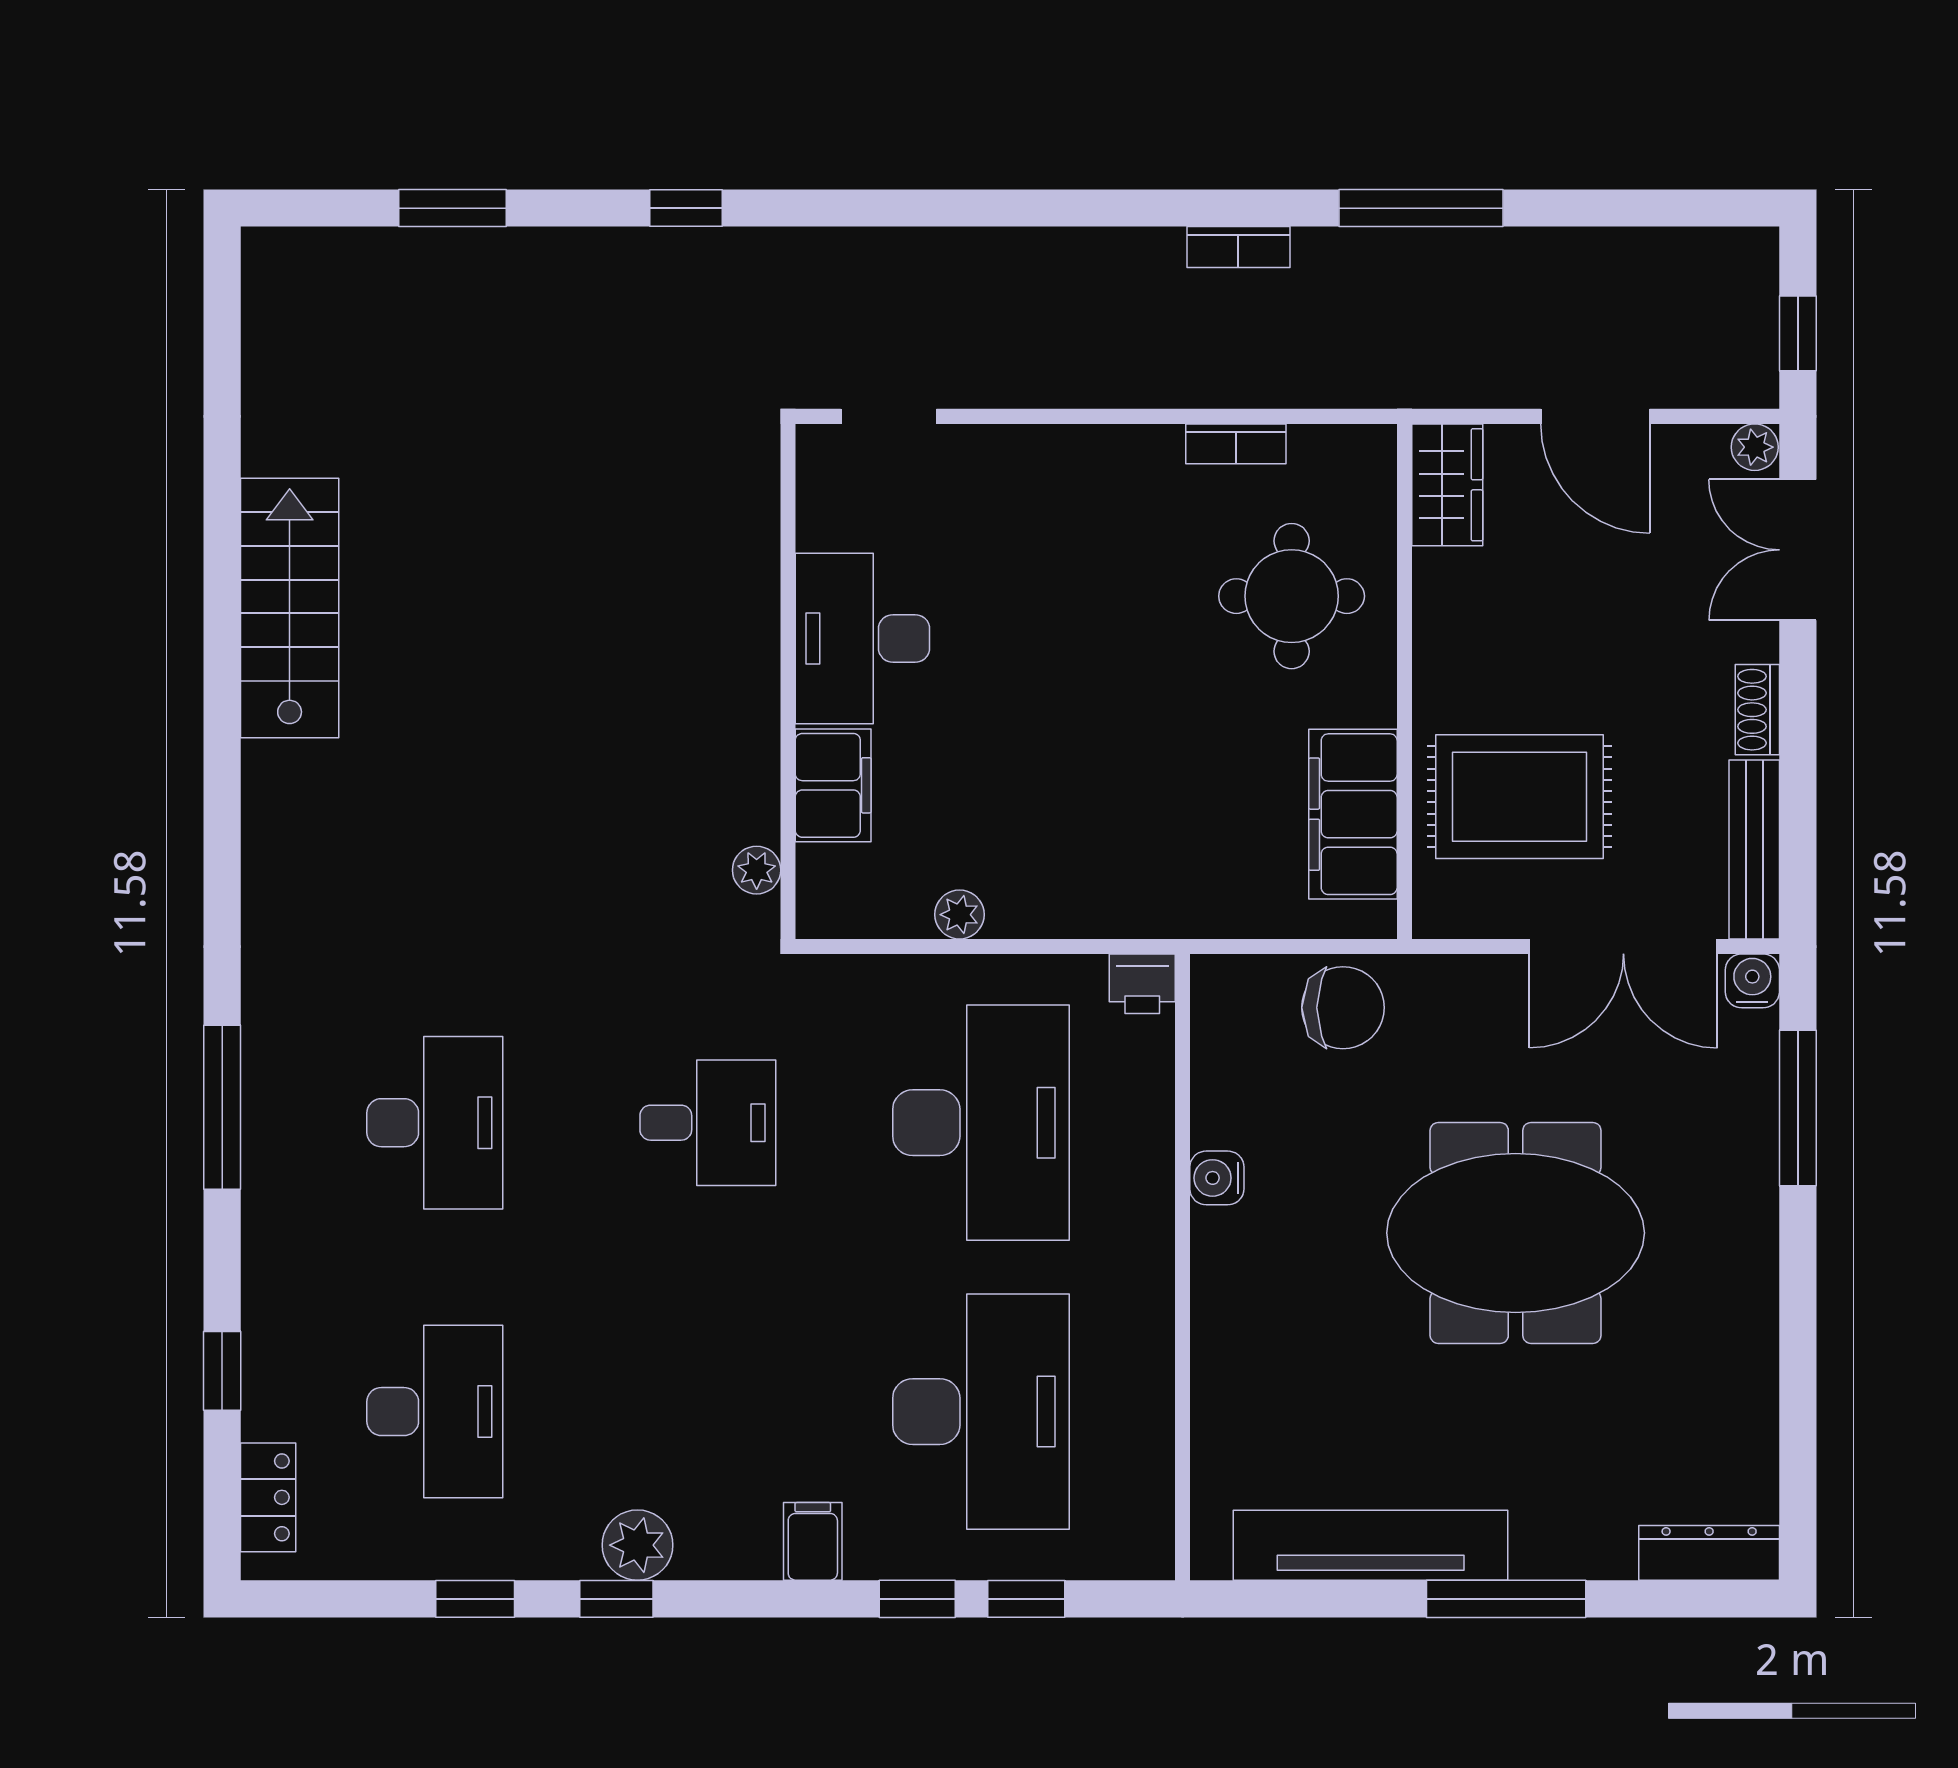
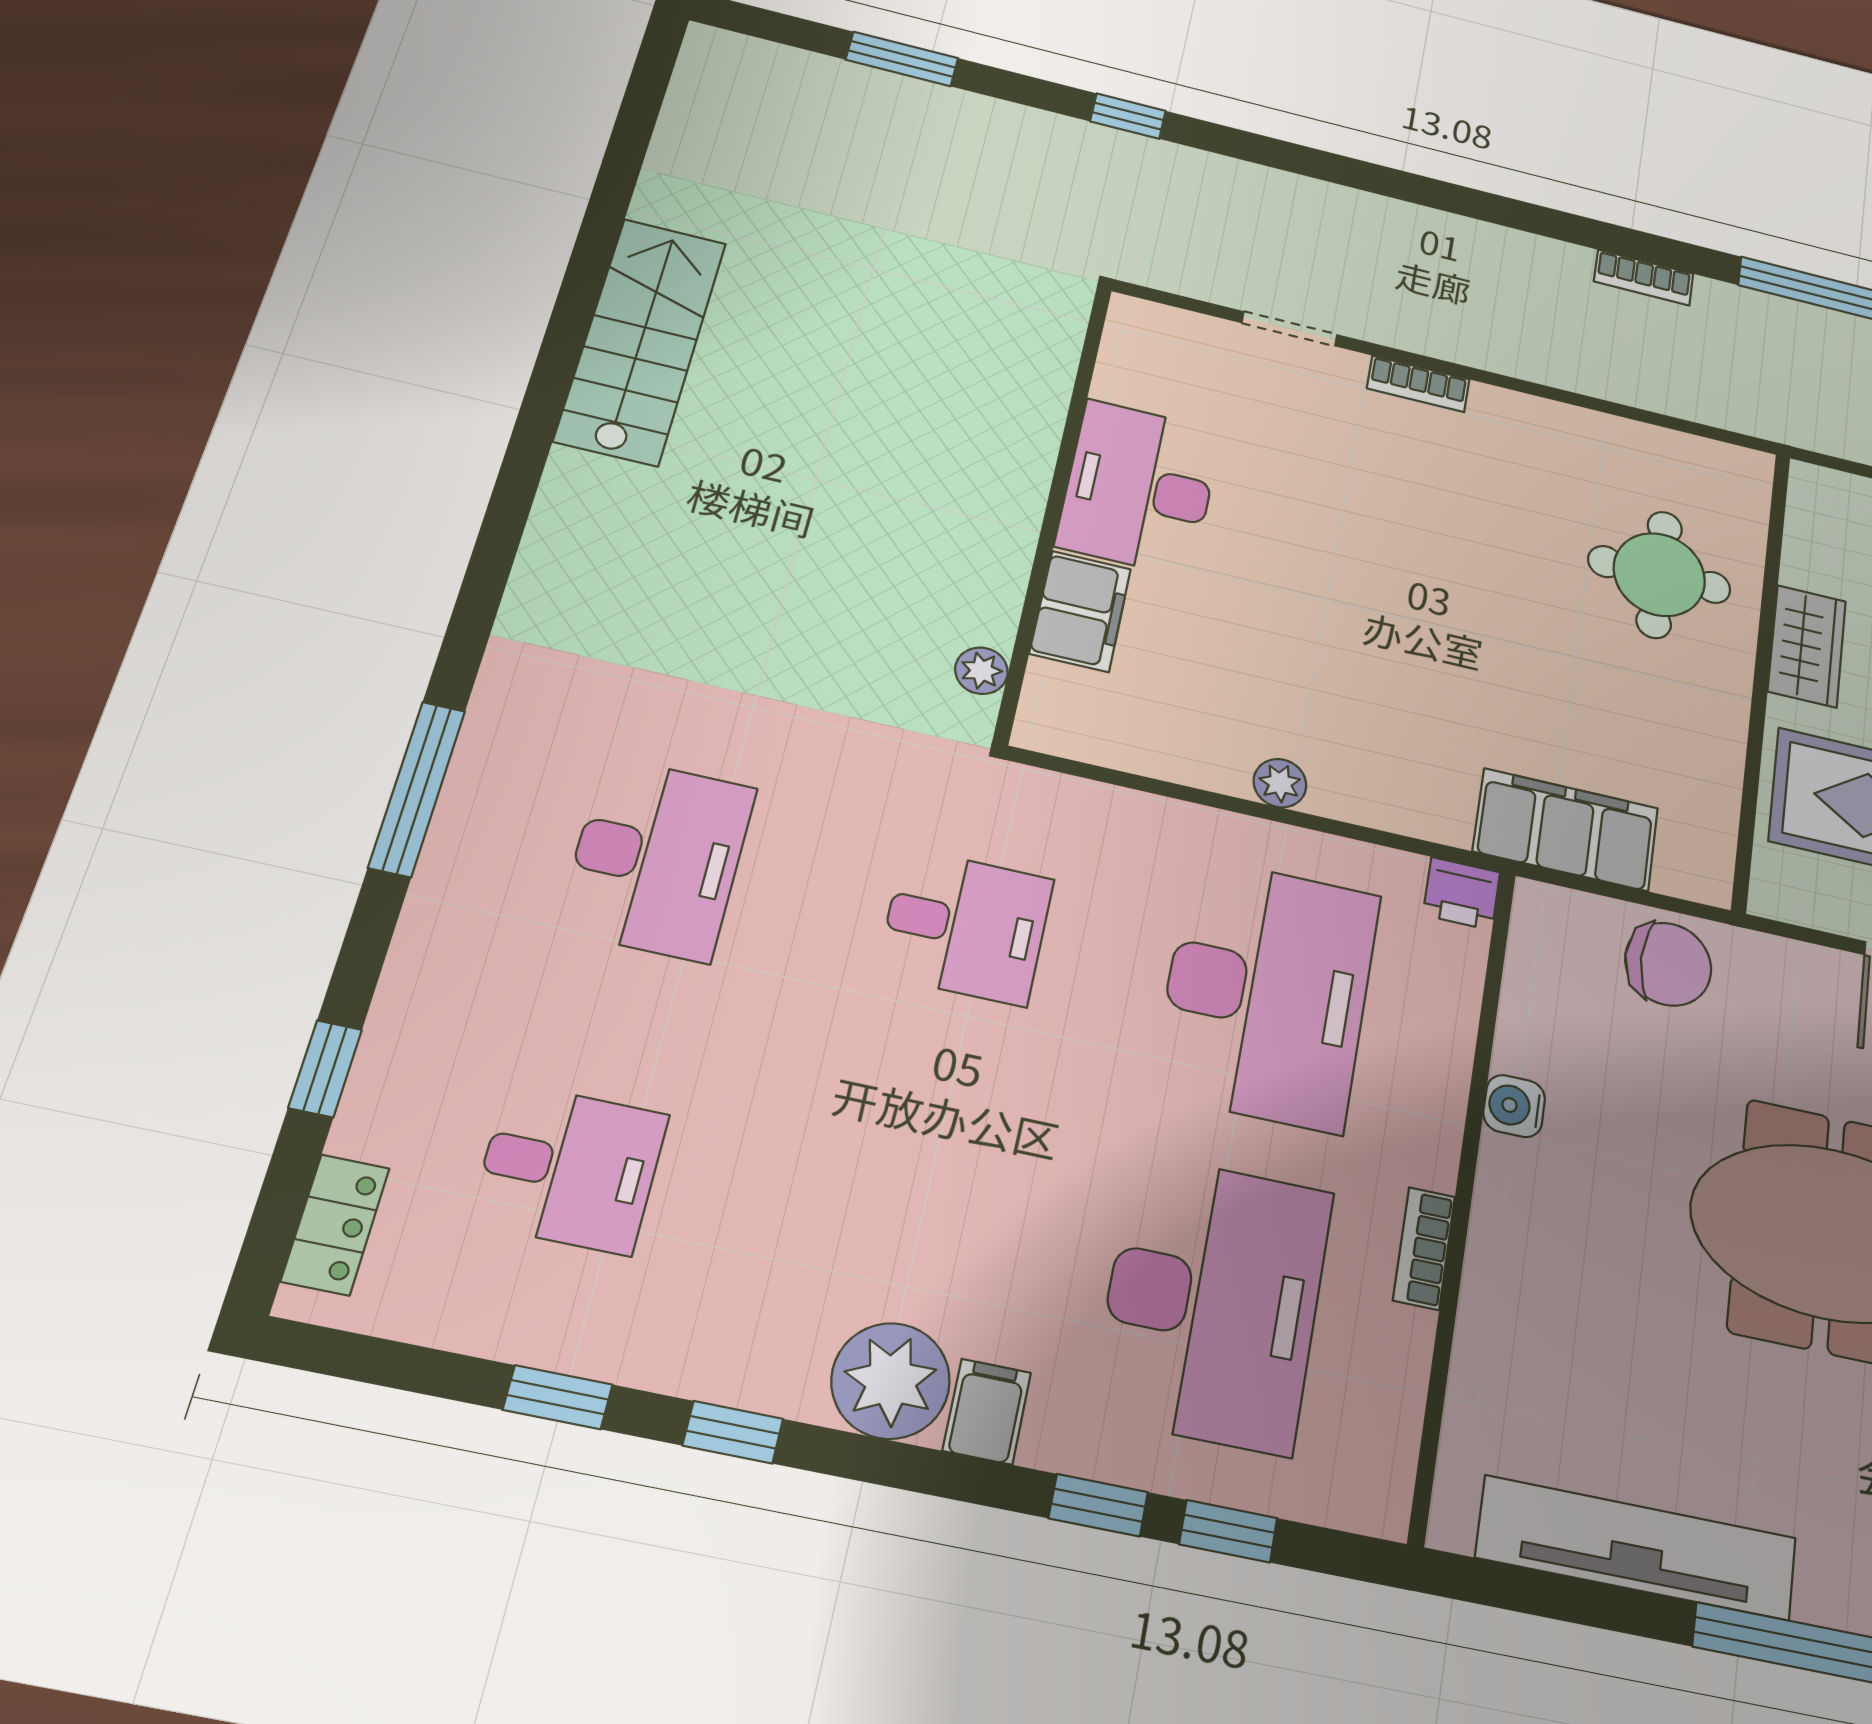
bookcase: (1236, 444) -> (1418, 384), moved
wardrobe: (1447, 485) -> (1807, 646), moved
desk: (862, 638) -> (1139, 488), moved
wall: (788, 681) -> (1054, 507), moved
filing cabinet: (833, 785) -> (1080, 611), moved
filing cabinet: (1353, 814) -> (1566, 830), moved, turned 90
plant: (757, 870) -> (981, 671), moved
bookcase: (1154, 1326) -> (1424, 1248), added
desk: (435, 1412) -> (569, 1168), width x0.73
plant: (637, 1545) -> (891, 1381), moved, width x1.36, depth x1.36

